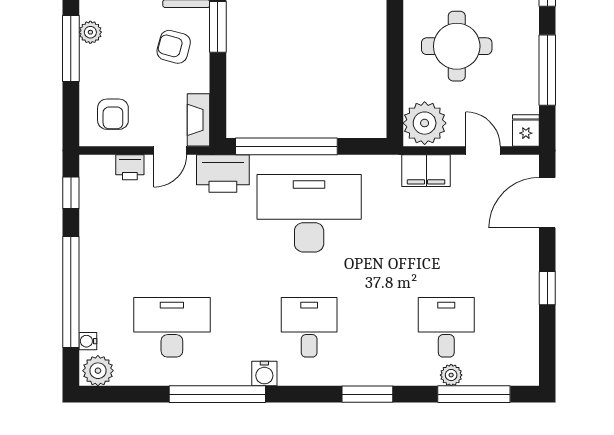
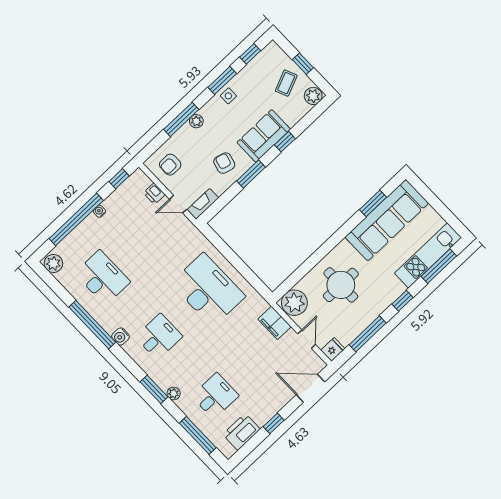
window: (286, 146) -> (228, 253), removed
printer: (223, 173) -> (241, 432), moved, turned 90
water cooler: (88, 341) -> (99, 211), moved
plant: (451, 375) -> (174, 393), moved

